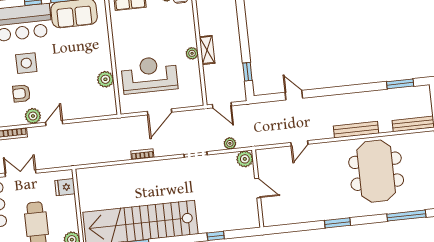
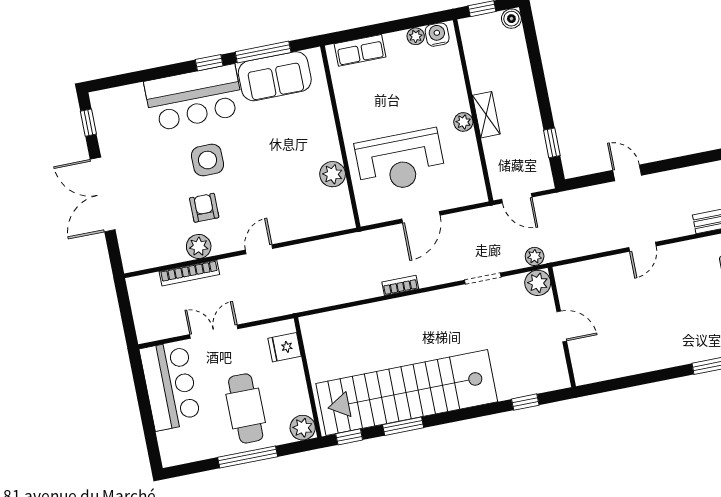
reception desk: (149, 75) -> (400, 161), turned 180
armchair: (21, 93) -> (204, 208), turned 90
plant: (33, 116) -> (199, 246), moved
plant: (245, 159) -> (538, 283), moved
door: (258, 188) -> (562, 326), moved
wall: (258, 189) -> (562, 327), moved

